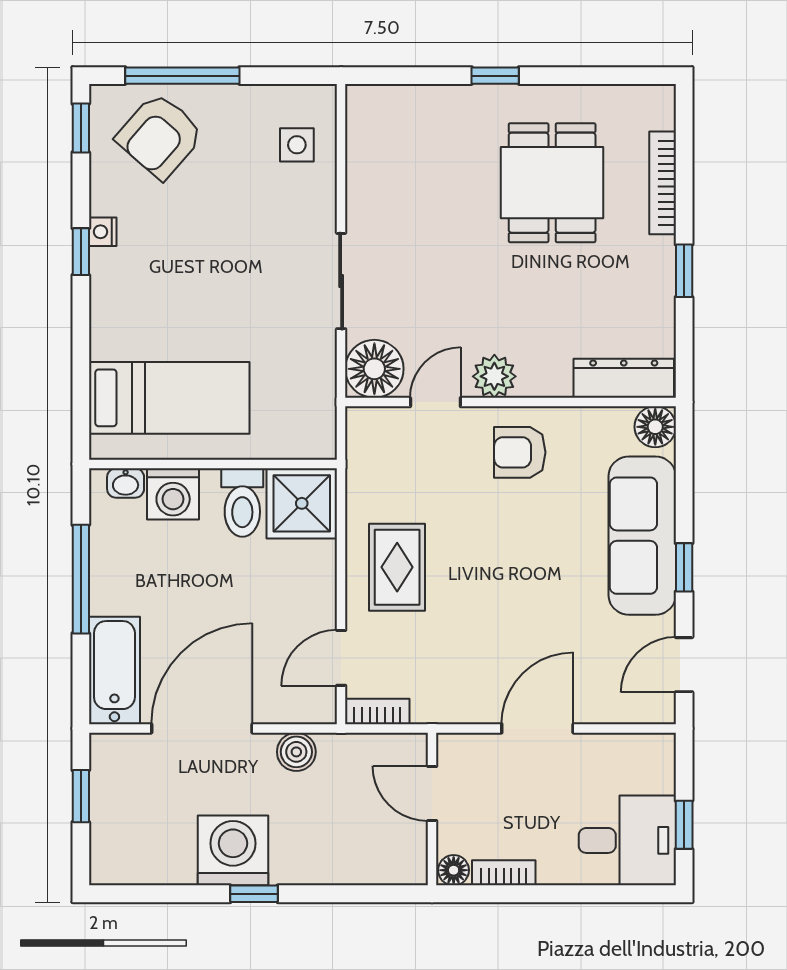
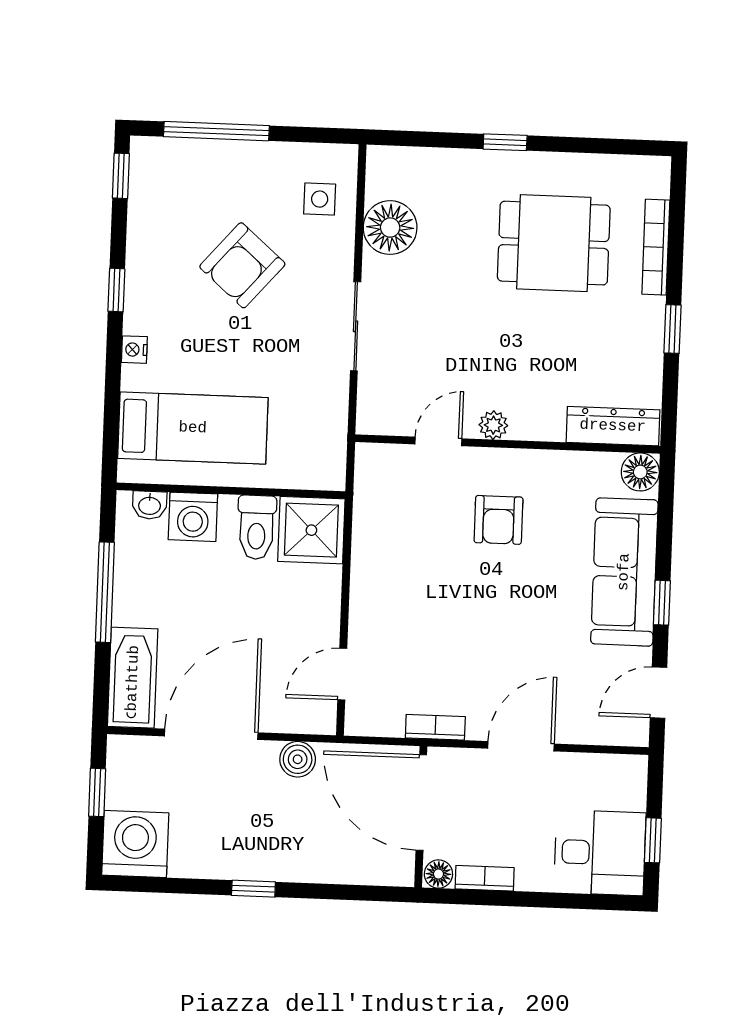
armchair: (160, 136) -> (242, 265), moved
dining table: (552, 183) -> (554, 243), turned 90
nightstand: (103, 232) -> (134, 350), moved
floor lamp: (374, 369) -> (390, 228), moved
plant: (494, 376) -> (493, 425), width x0.73, depth x0.73
armchair: (520, 452) -> (498, 520), moved, turned -90
rug: (397, 567) -> (397, 592), removed
bookcase: (377, 712) -> (435, 727), moved
door: (432, 793) -> (421, 802), width x1.87
washing machine: (233, 850) -> (135, 844), moved

